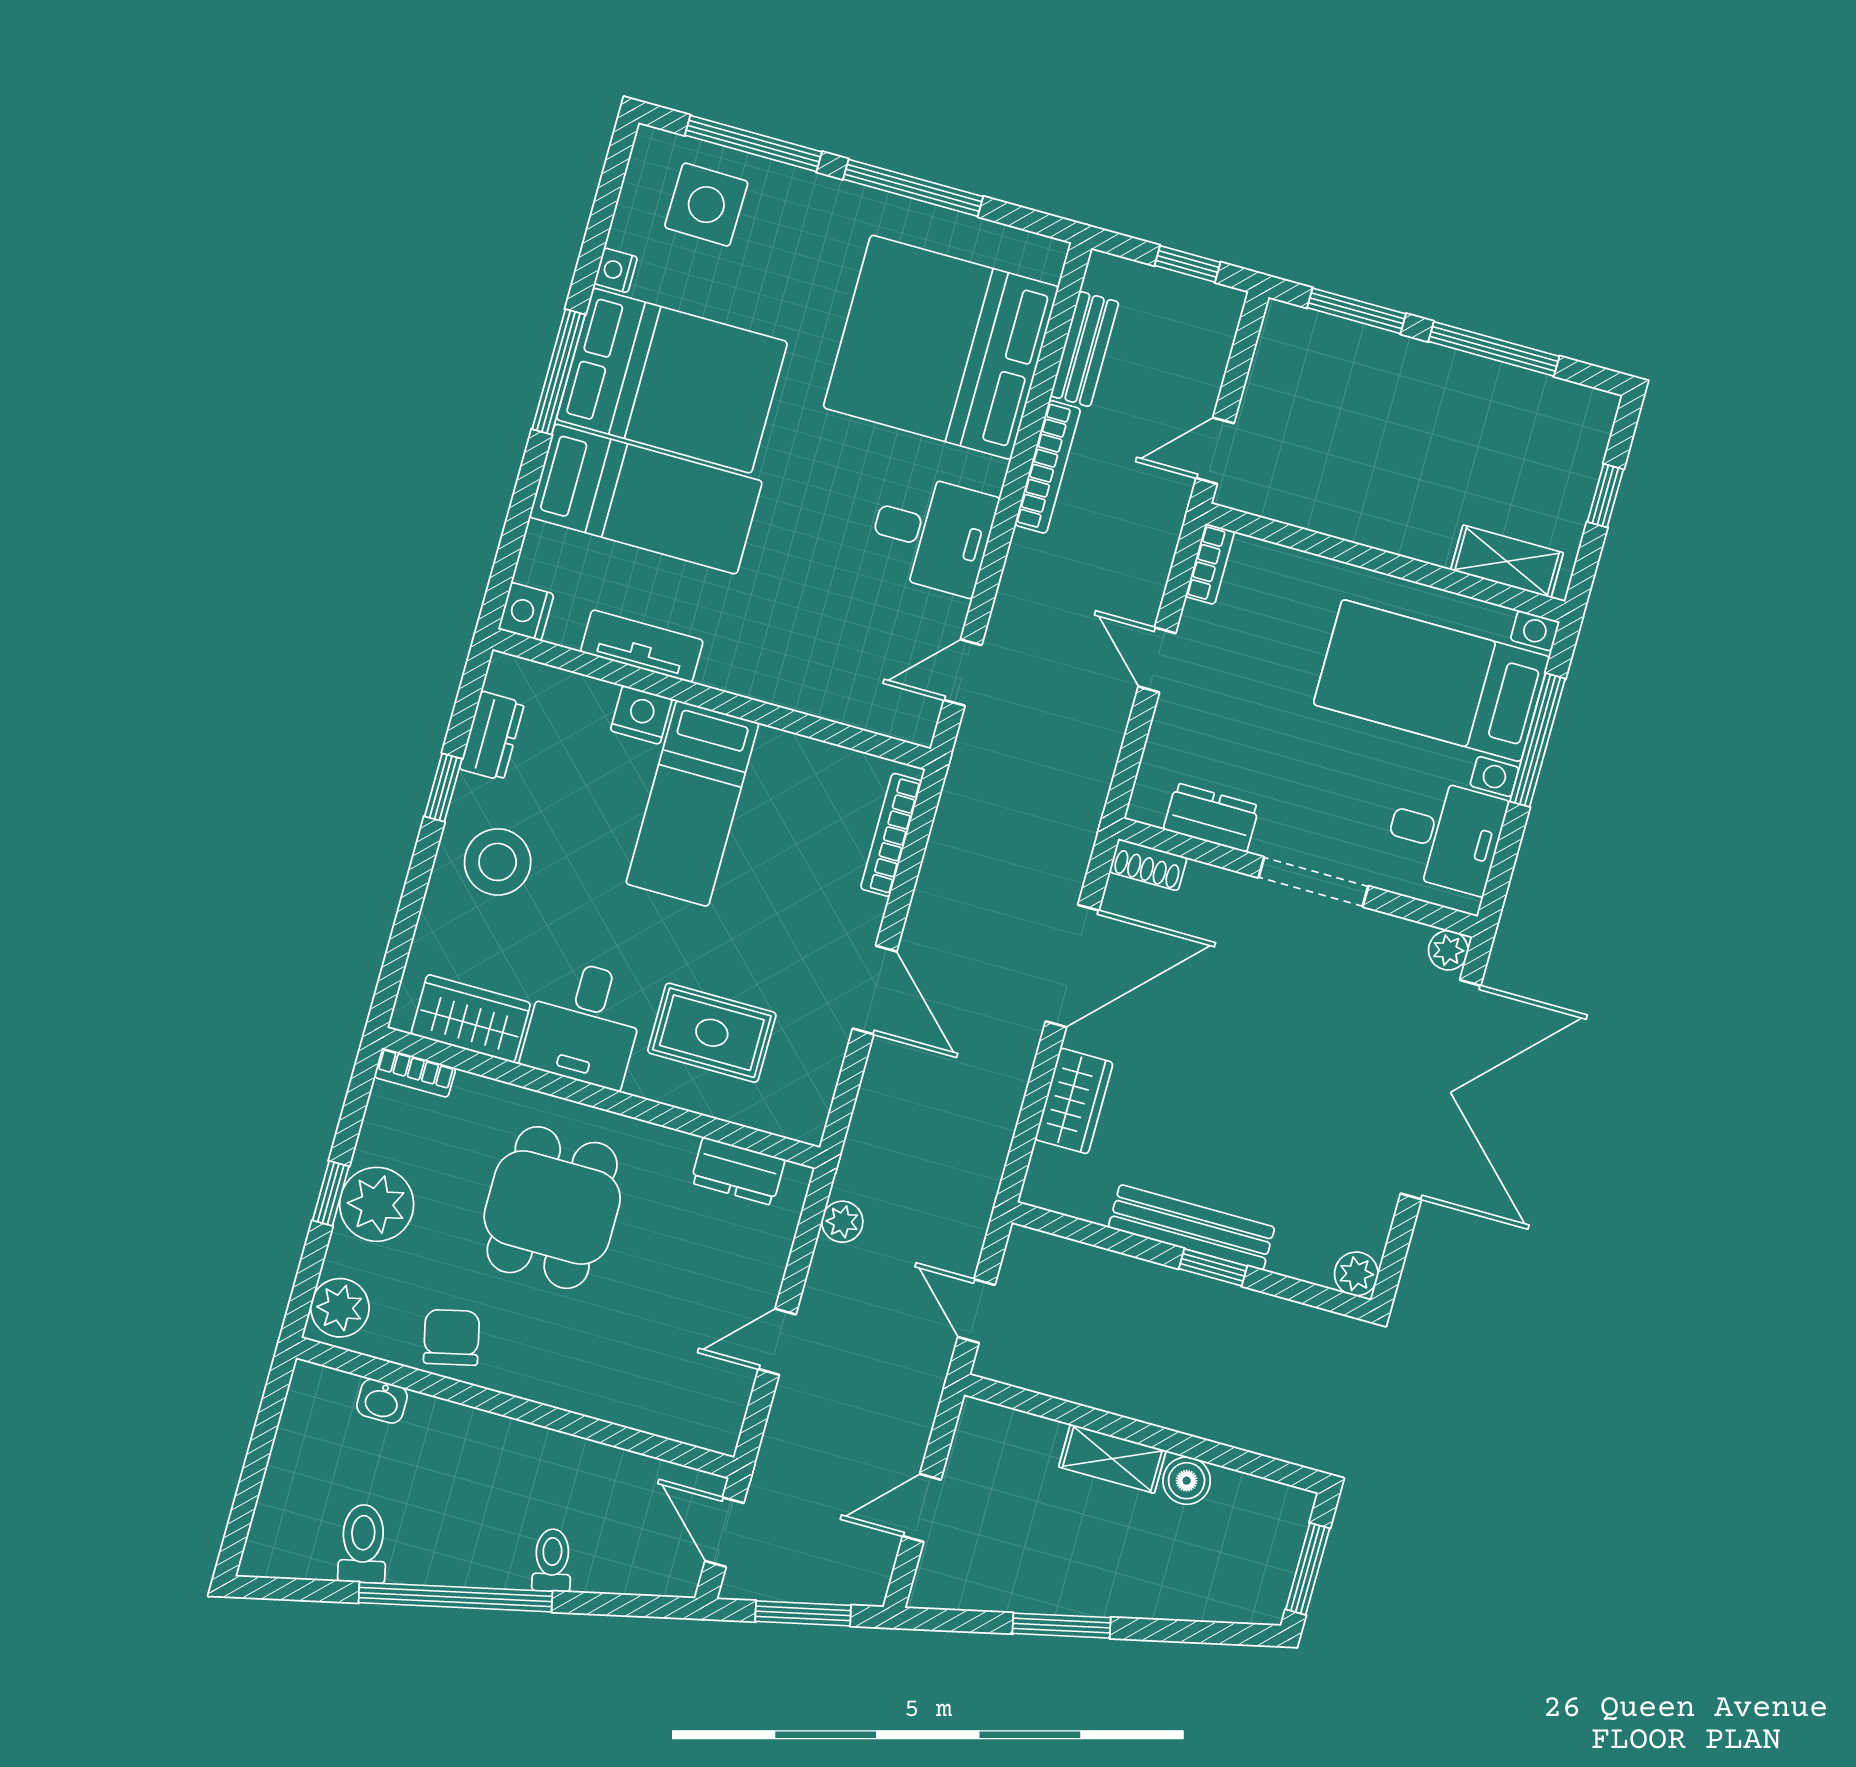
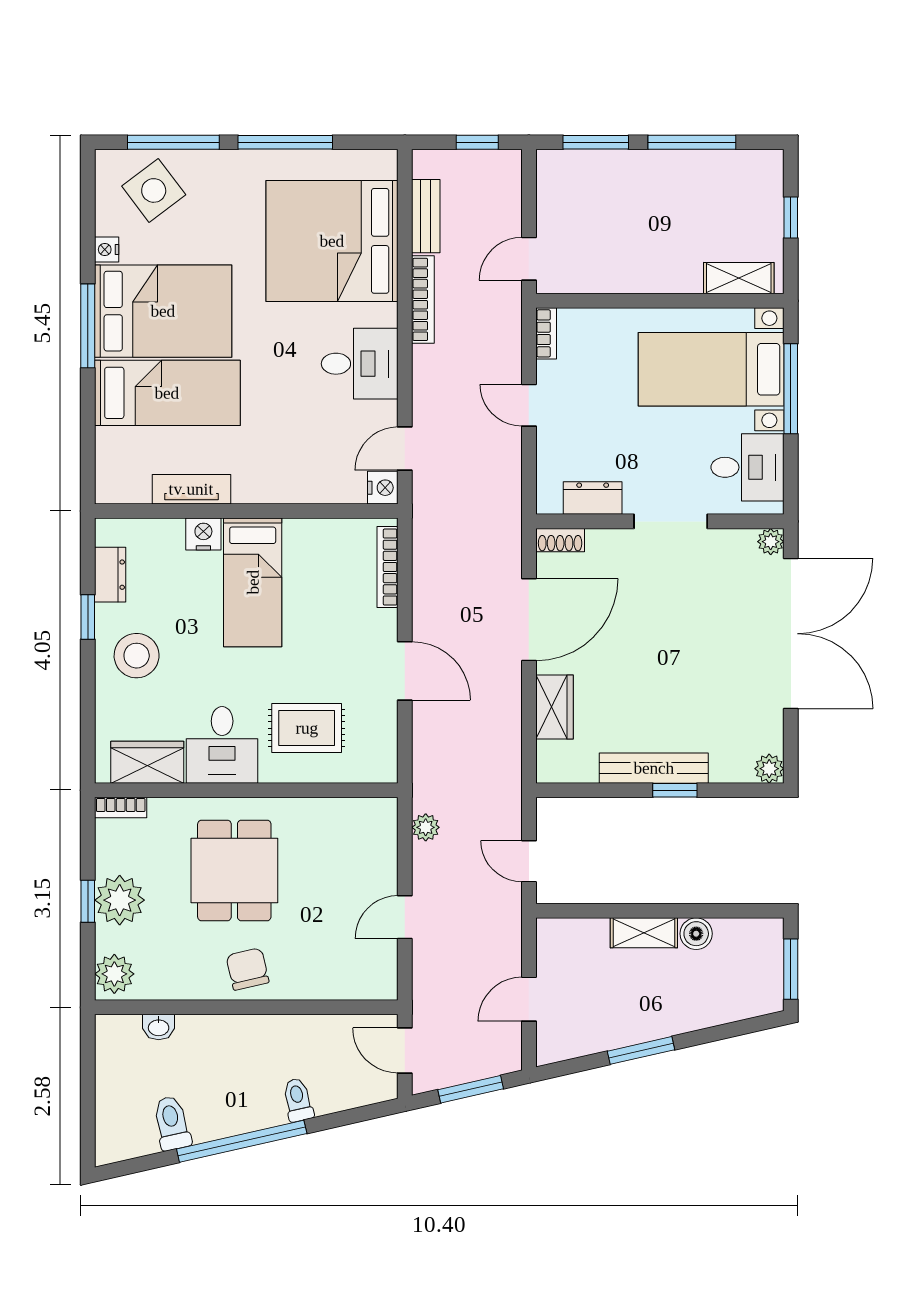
side table: (706, 205) -> (154, 190), turned -38
nightstand: (526, 612) -> (383, 488), moved, turned 180
dresser: (738, 1171) -> (349, 813), removed
chair: (451, 1337) -> (248, 969), moved

